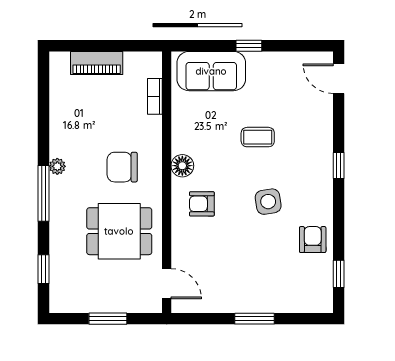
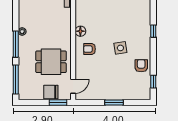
coffee table: (258, 137) -> (116, 18), removed
chair: (122, 167) -> (51, 92), moved
window: (43, 269) -> (16, 79), width x2.17
door: (167, 284) -> (73, 86), hinge flipped
window: (108, 319) -> (58, 103), moved

